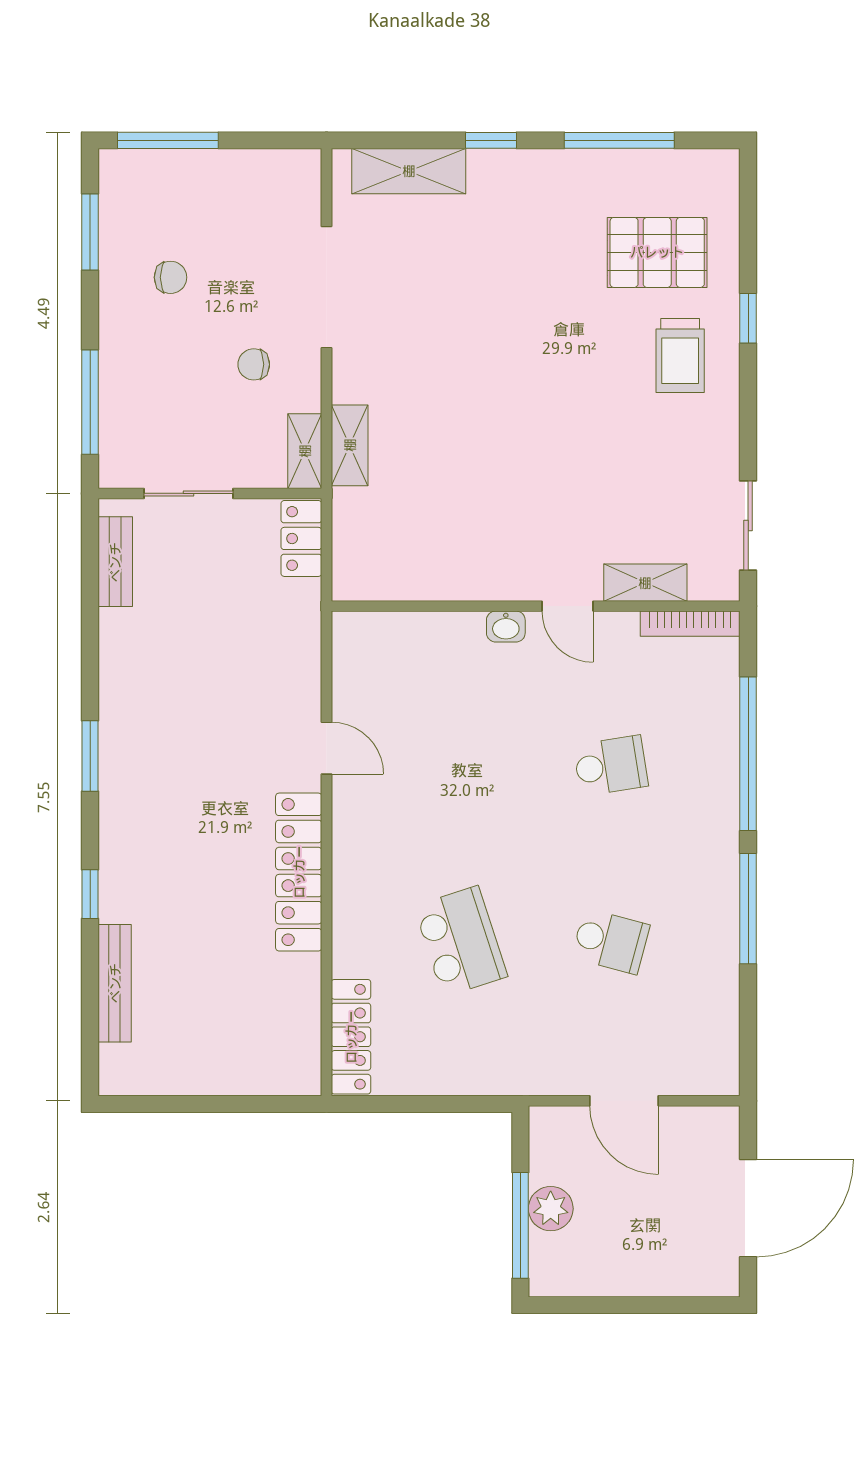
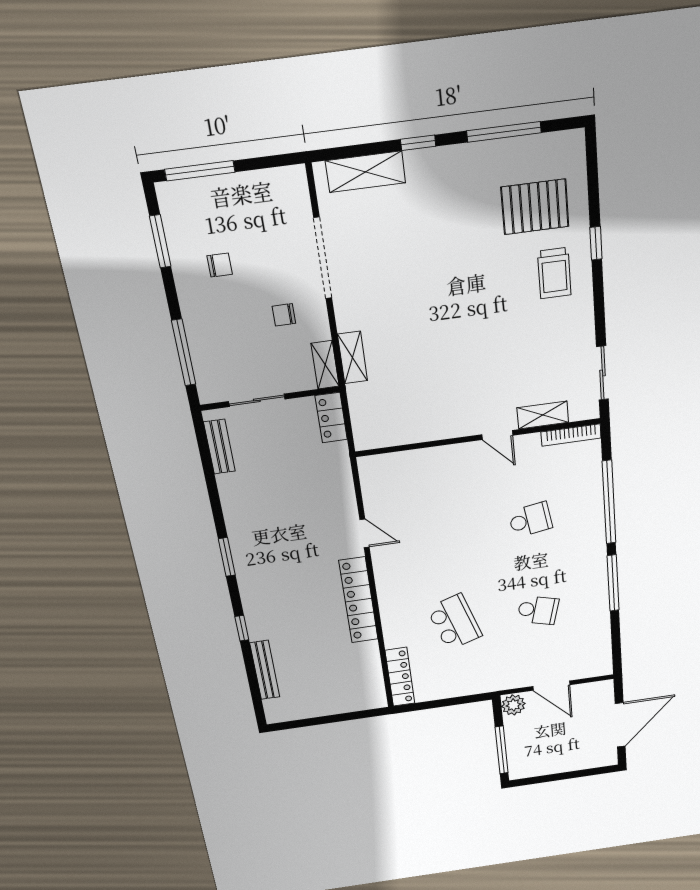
washbasin: (506, 627) -> (462, 452), removed
plant: (551, 1209) -> (513, 705), moved

